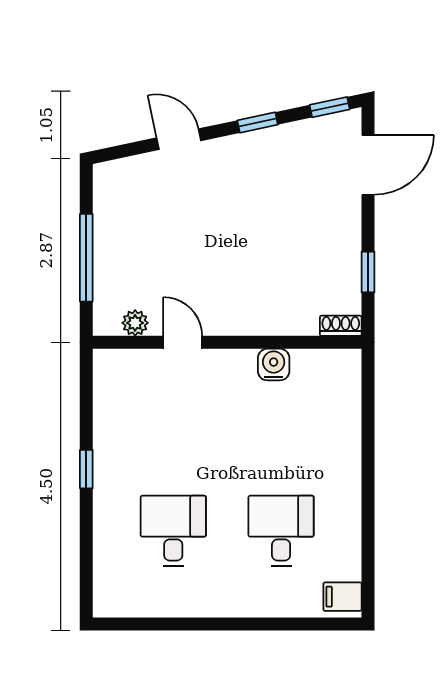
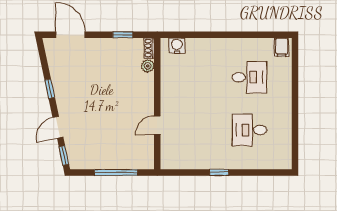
window: (330, 107) -> (64, 156), moved
plant: (135, 323) -> (148, 66), moved
water cooler: (274, 365) -> (177, 46), moved, turned 90
desk: (281, 531) -> (249, 77), turned 180

